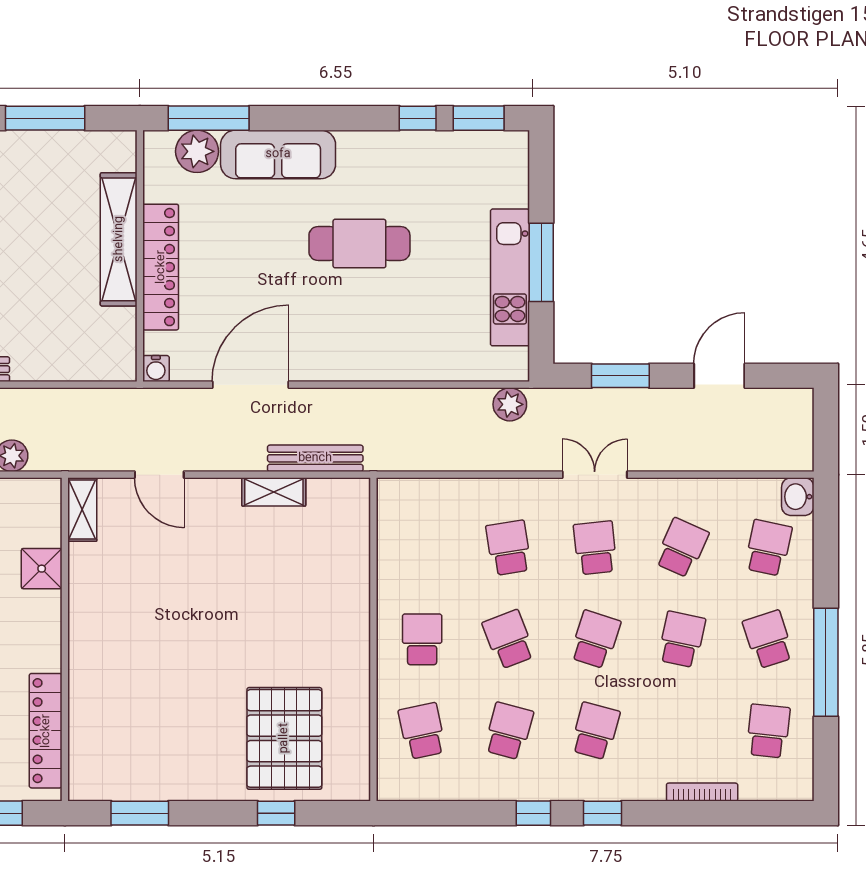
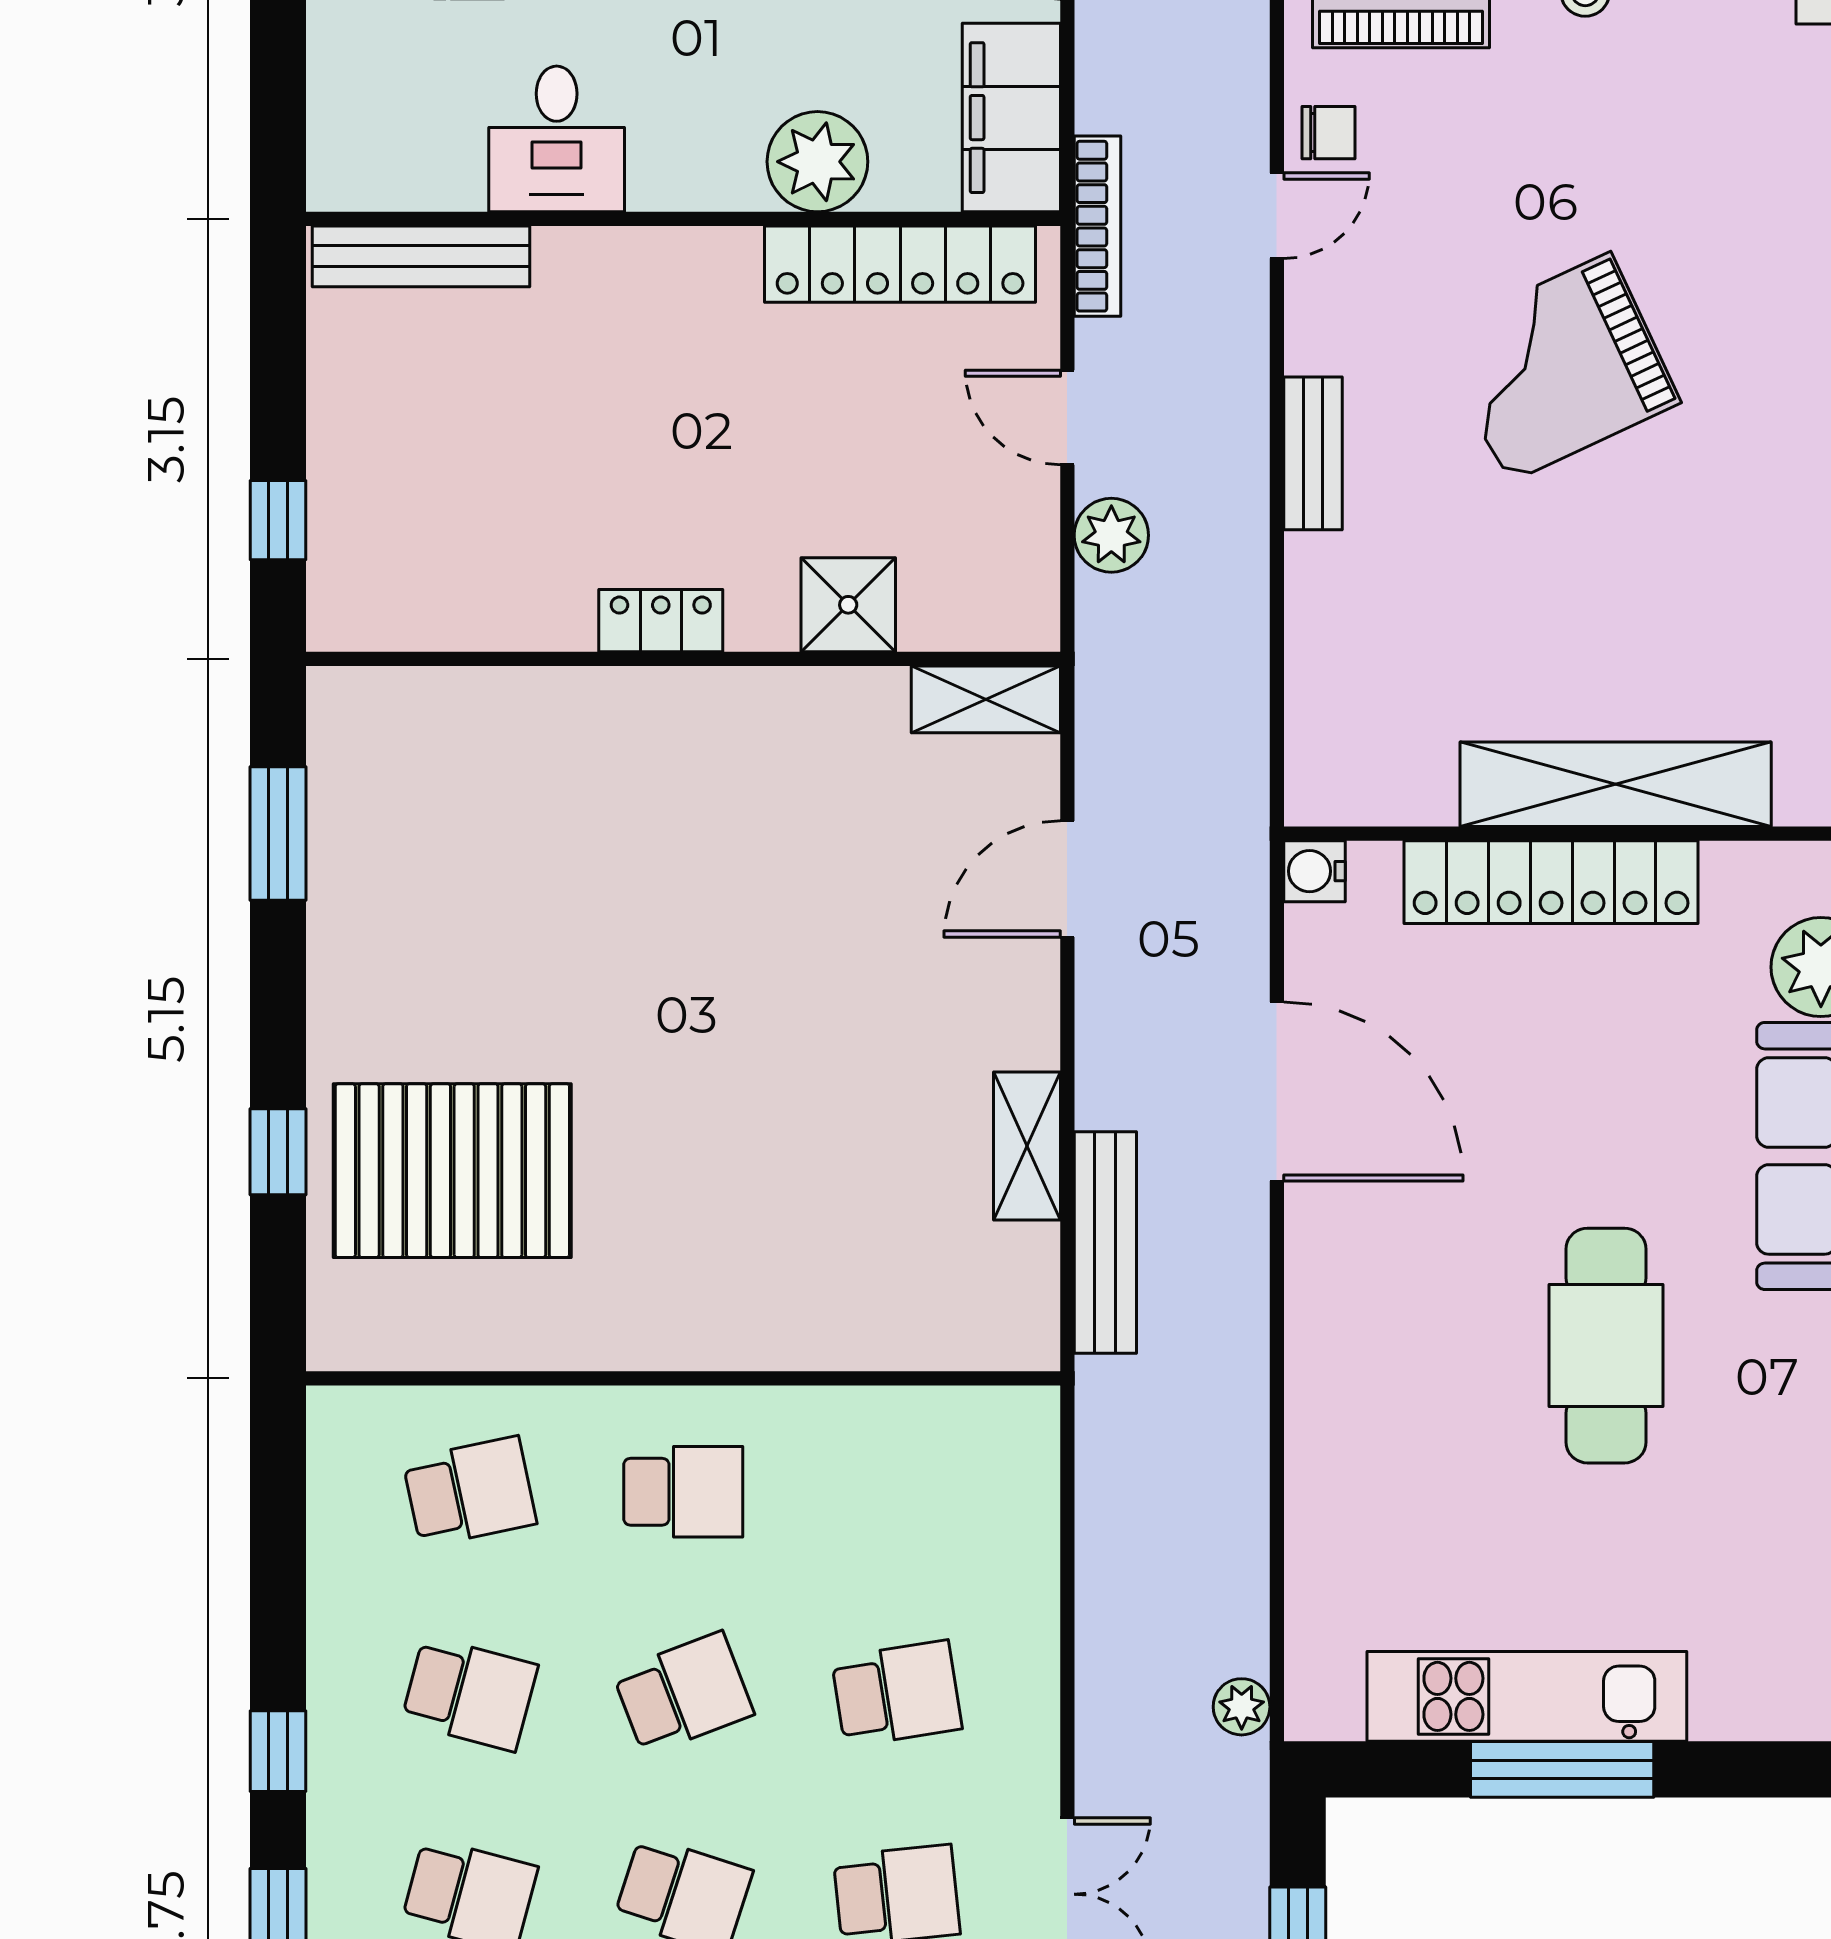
plant: (510, 404) -> (1242, 1707), width x0.73, depth x0.73
locker: (46, 731) -> (661, 621), moved, width x0.46, depth x0.83

